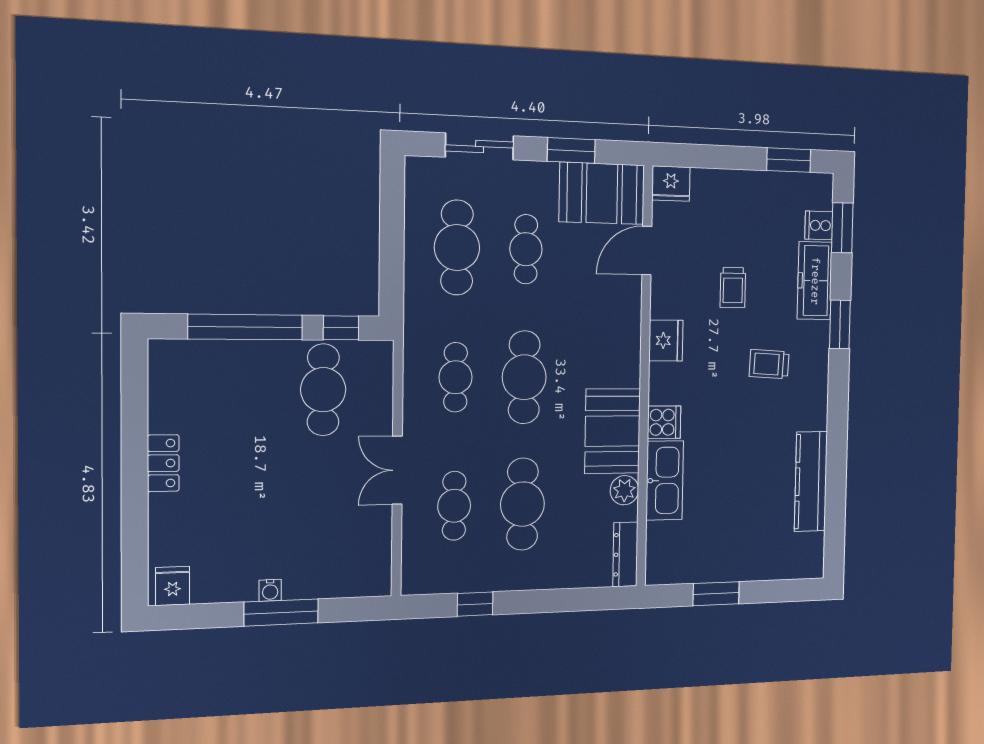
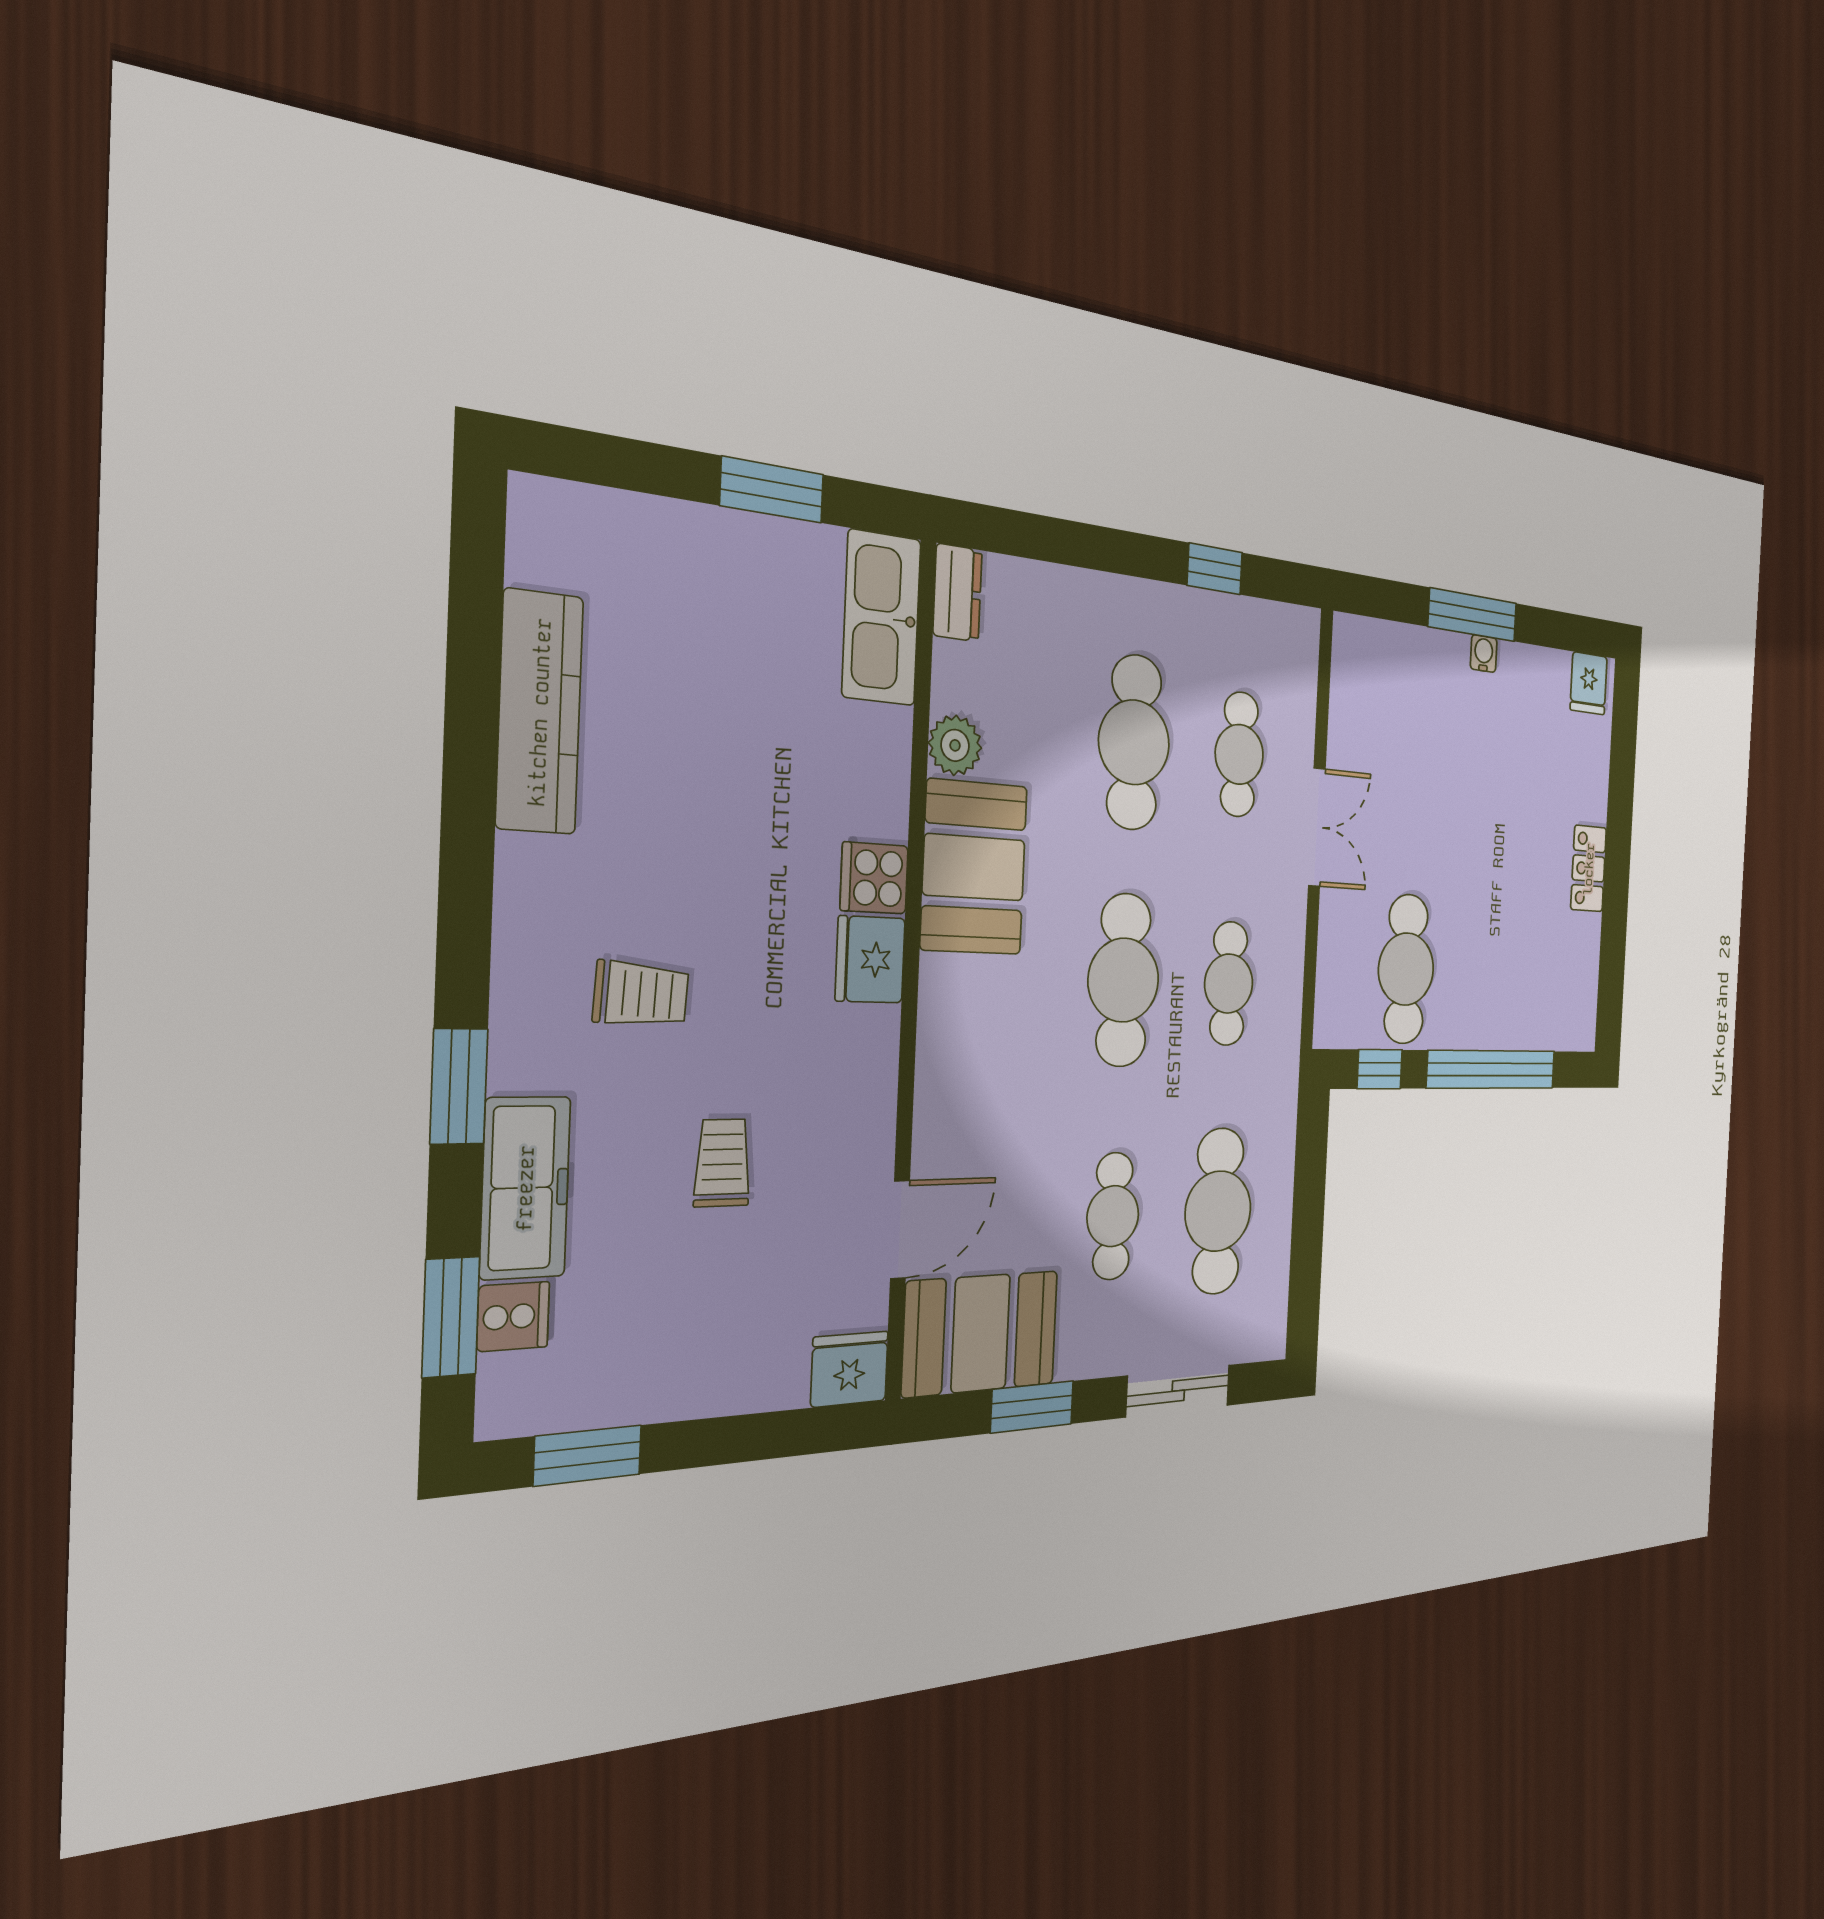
fridge: (666, 340) -> (870, 959), moved
kitchen sink: (665, 480) -> (882, 618), moved
dresser: (625, 554) -> (957, 593), width x0.70

